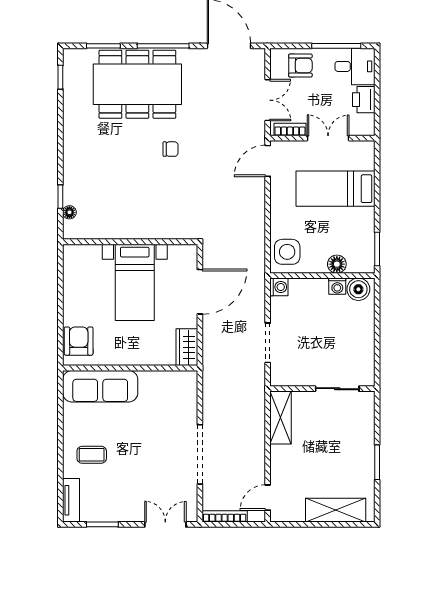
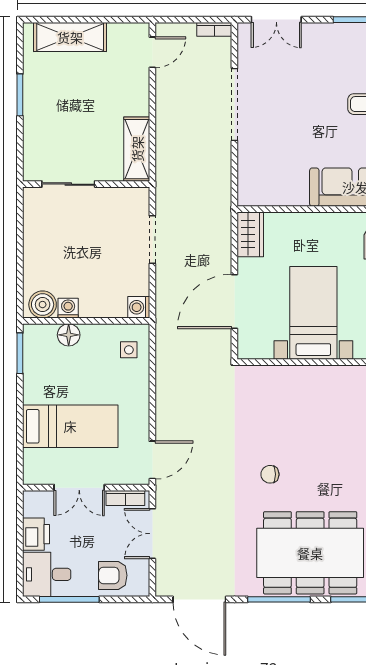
side table: (287, 252) -> (129, 350), width x0.54, depth x0.54
bookcase: (225, 516) -> (214, 29), width x0.64

